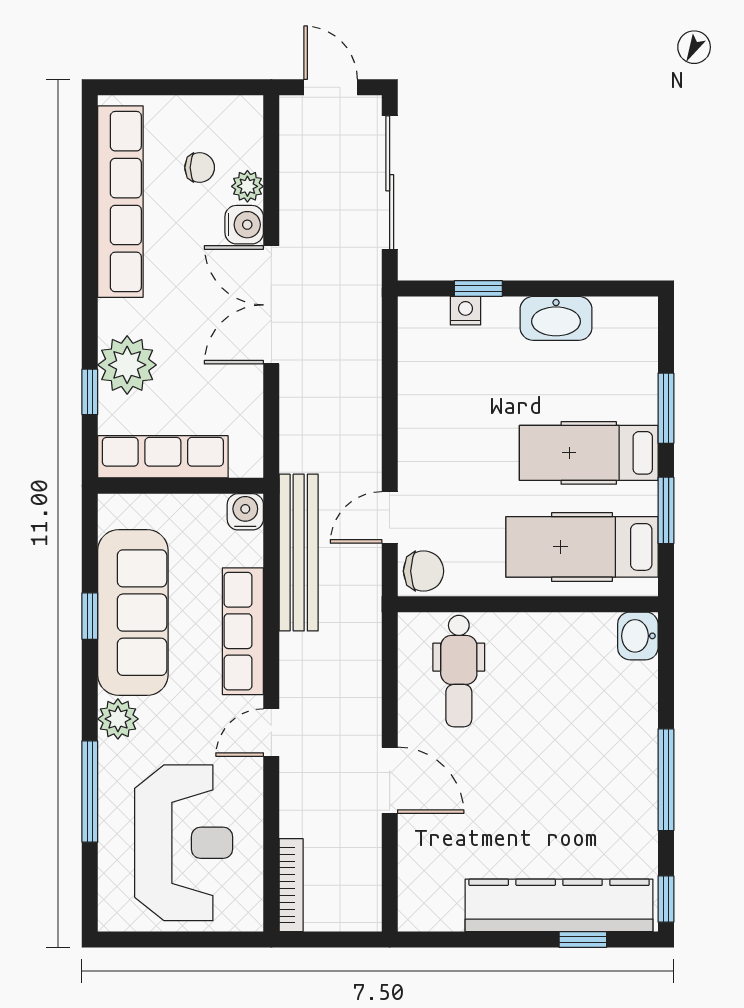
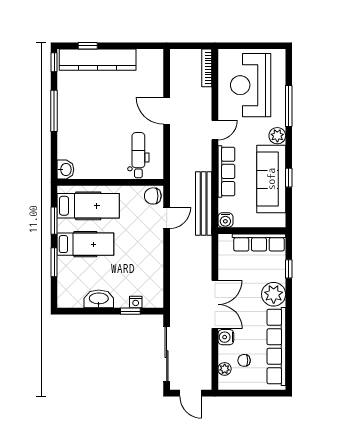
plant: (247, 186) -> (225, 369), moved
plant: (127, 365) -> (274, 294), moved

